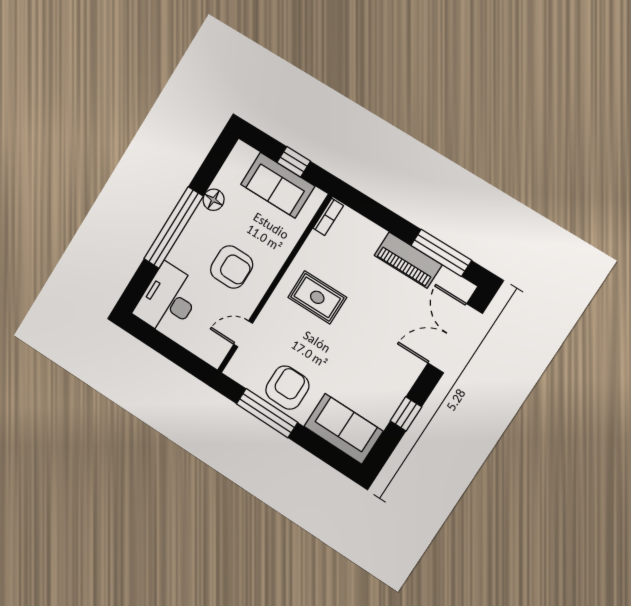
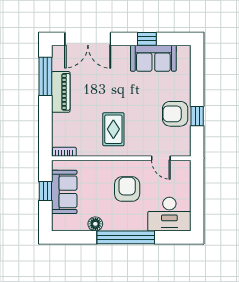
window: (267, 413) -> (197, 116), width x0.46
sofa: (343, 429) -> (153, 58), moved, turned -90

